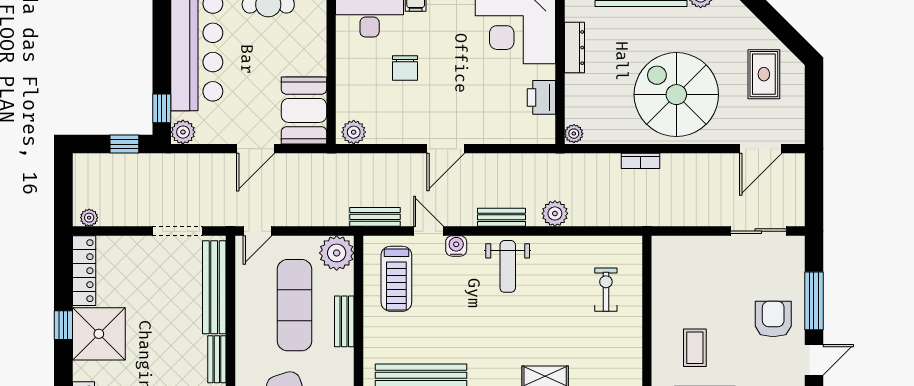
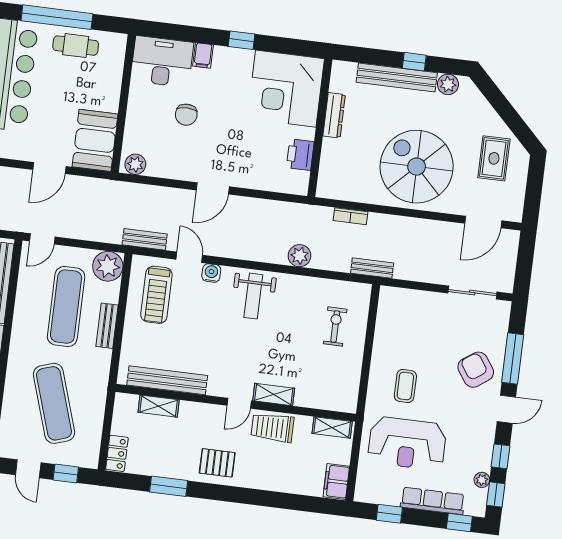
plant: (574, 134) -> (324, 189), removed
bookcase: (640, 161) -> (350, 216), moved
bench: (501, 217) -> (372, 268), moved
armchair: (773, 319) -> (476, 370), turned -35

